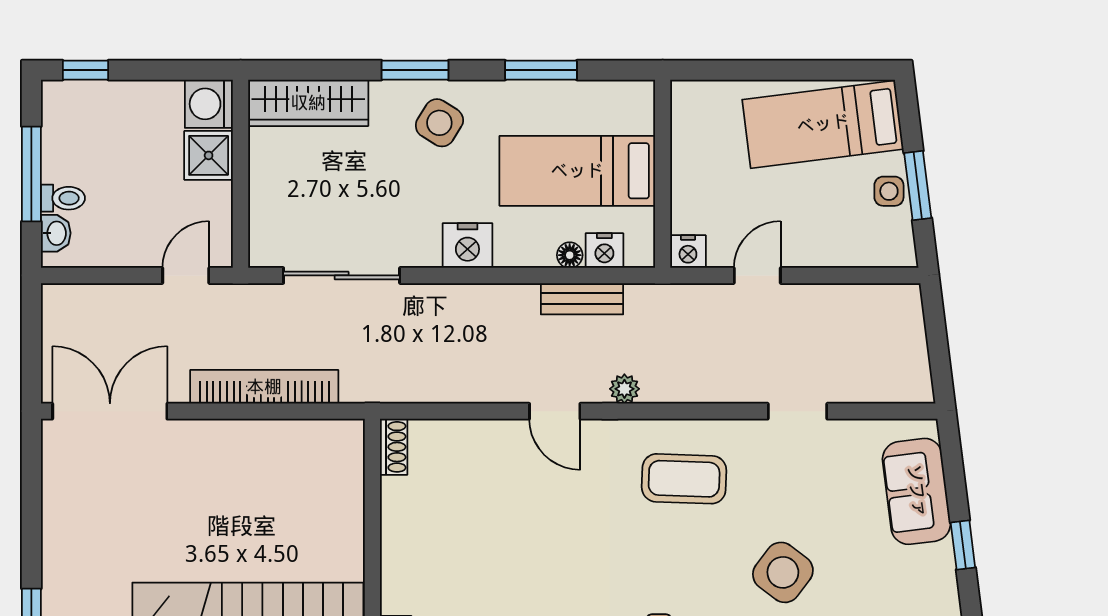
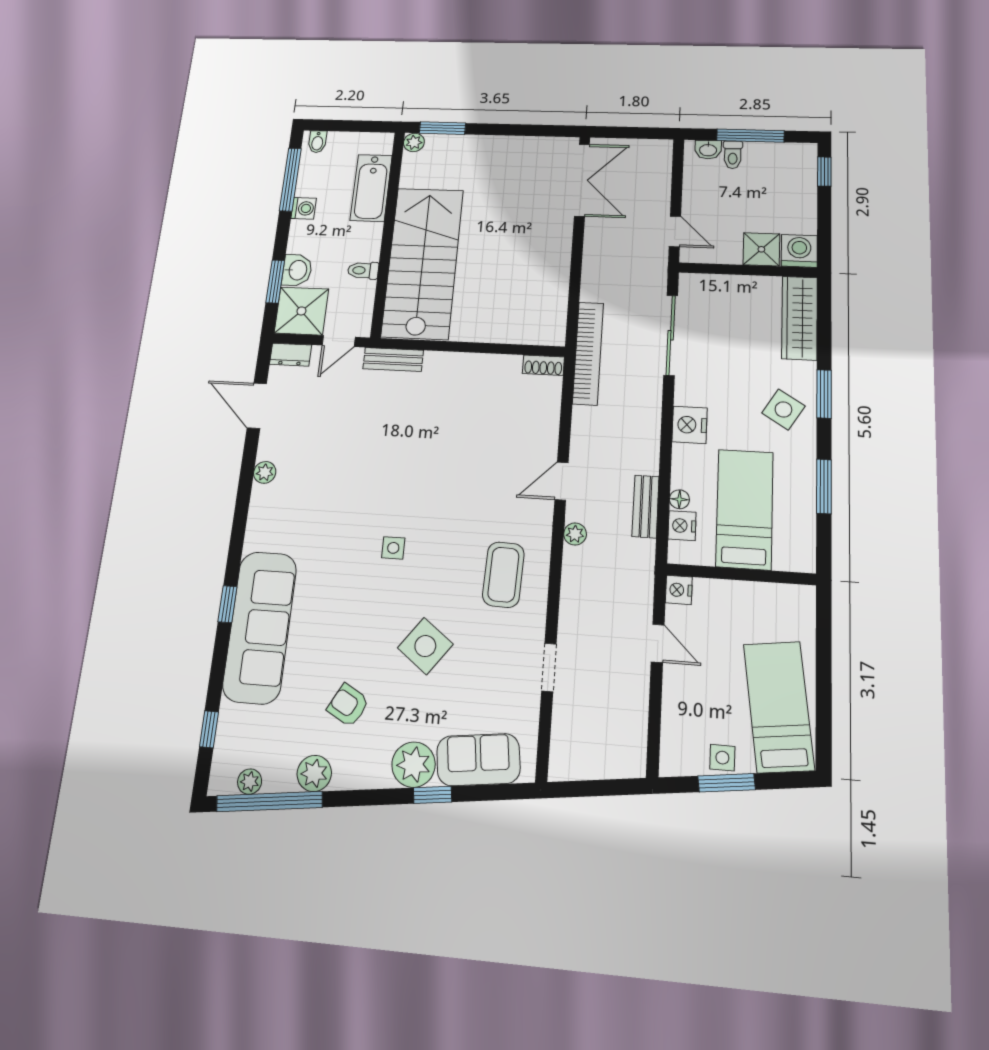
bookcase: (264, 387) -> (588, 353), moved
plant: (929, 573) -> (414, 765), added

